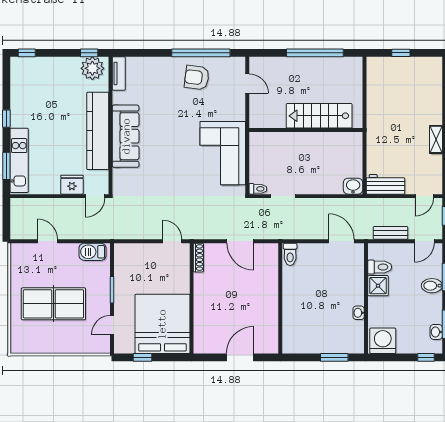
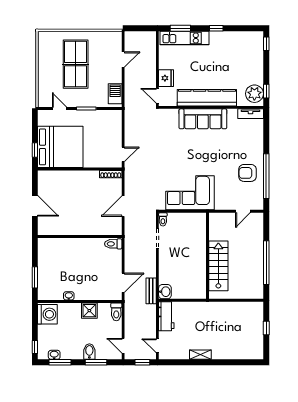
armchair: (197, 77) -> (247, 173), turned -97
bench: (391, 233) -> (151, 291), moved
toilet: (380, 267) -> (116, 312), moved
window: (142, 357) -> (35, 150), moved

